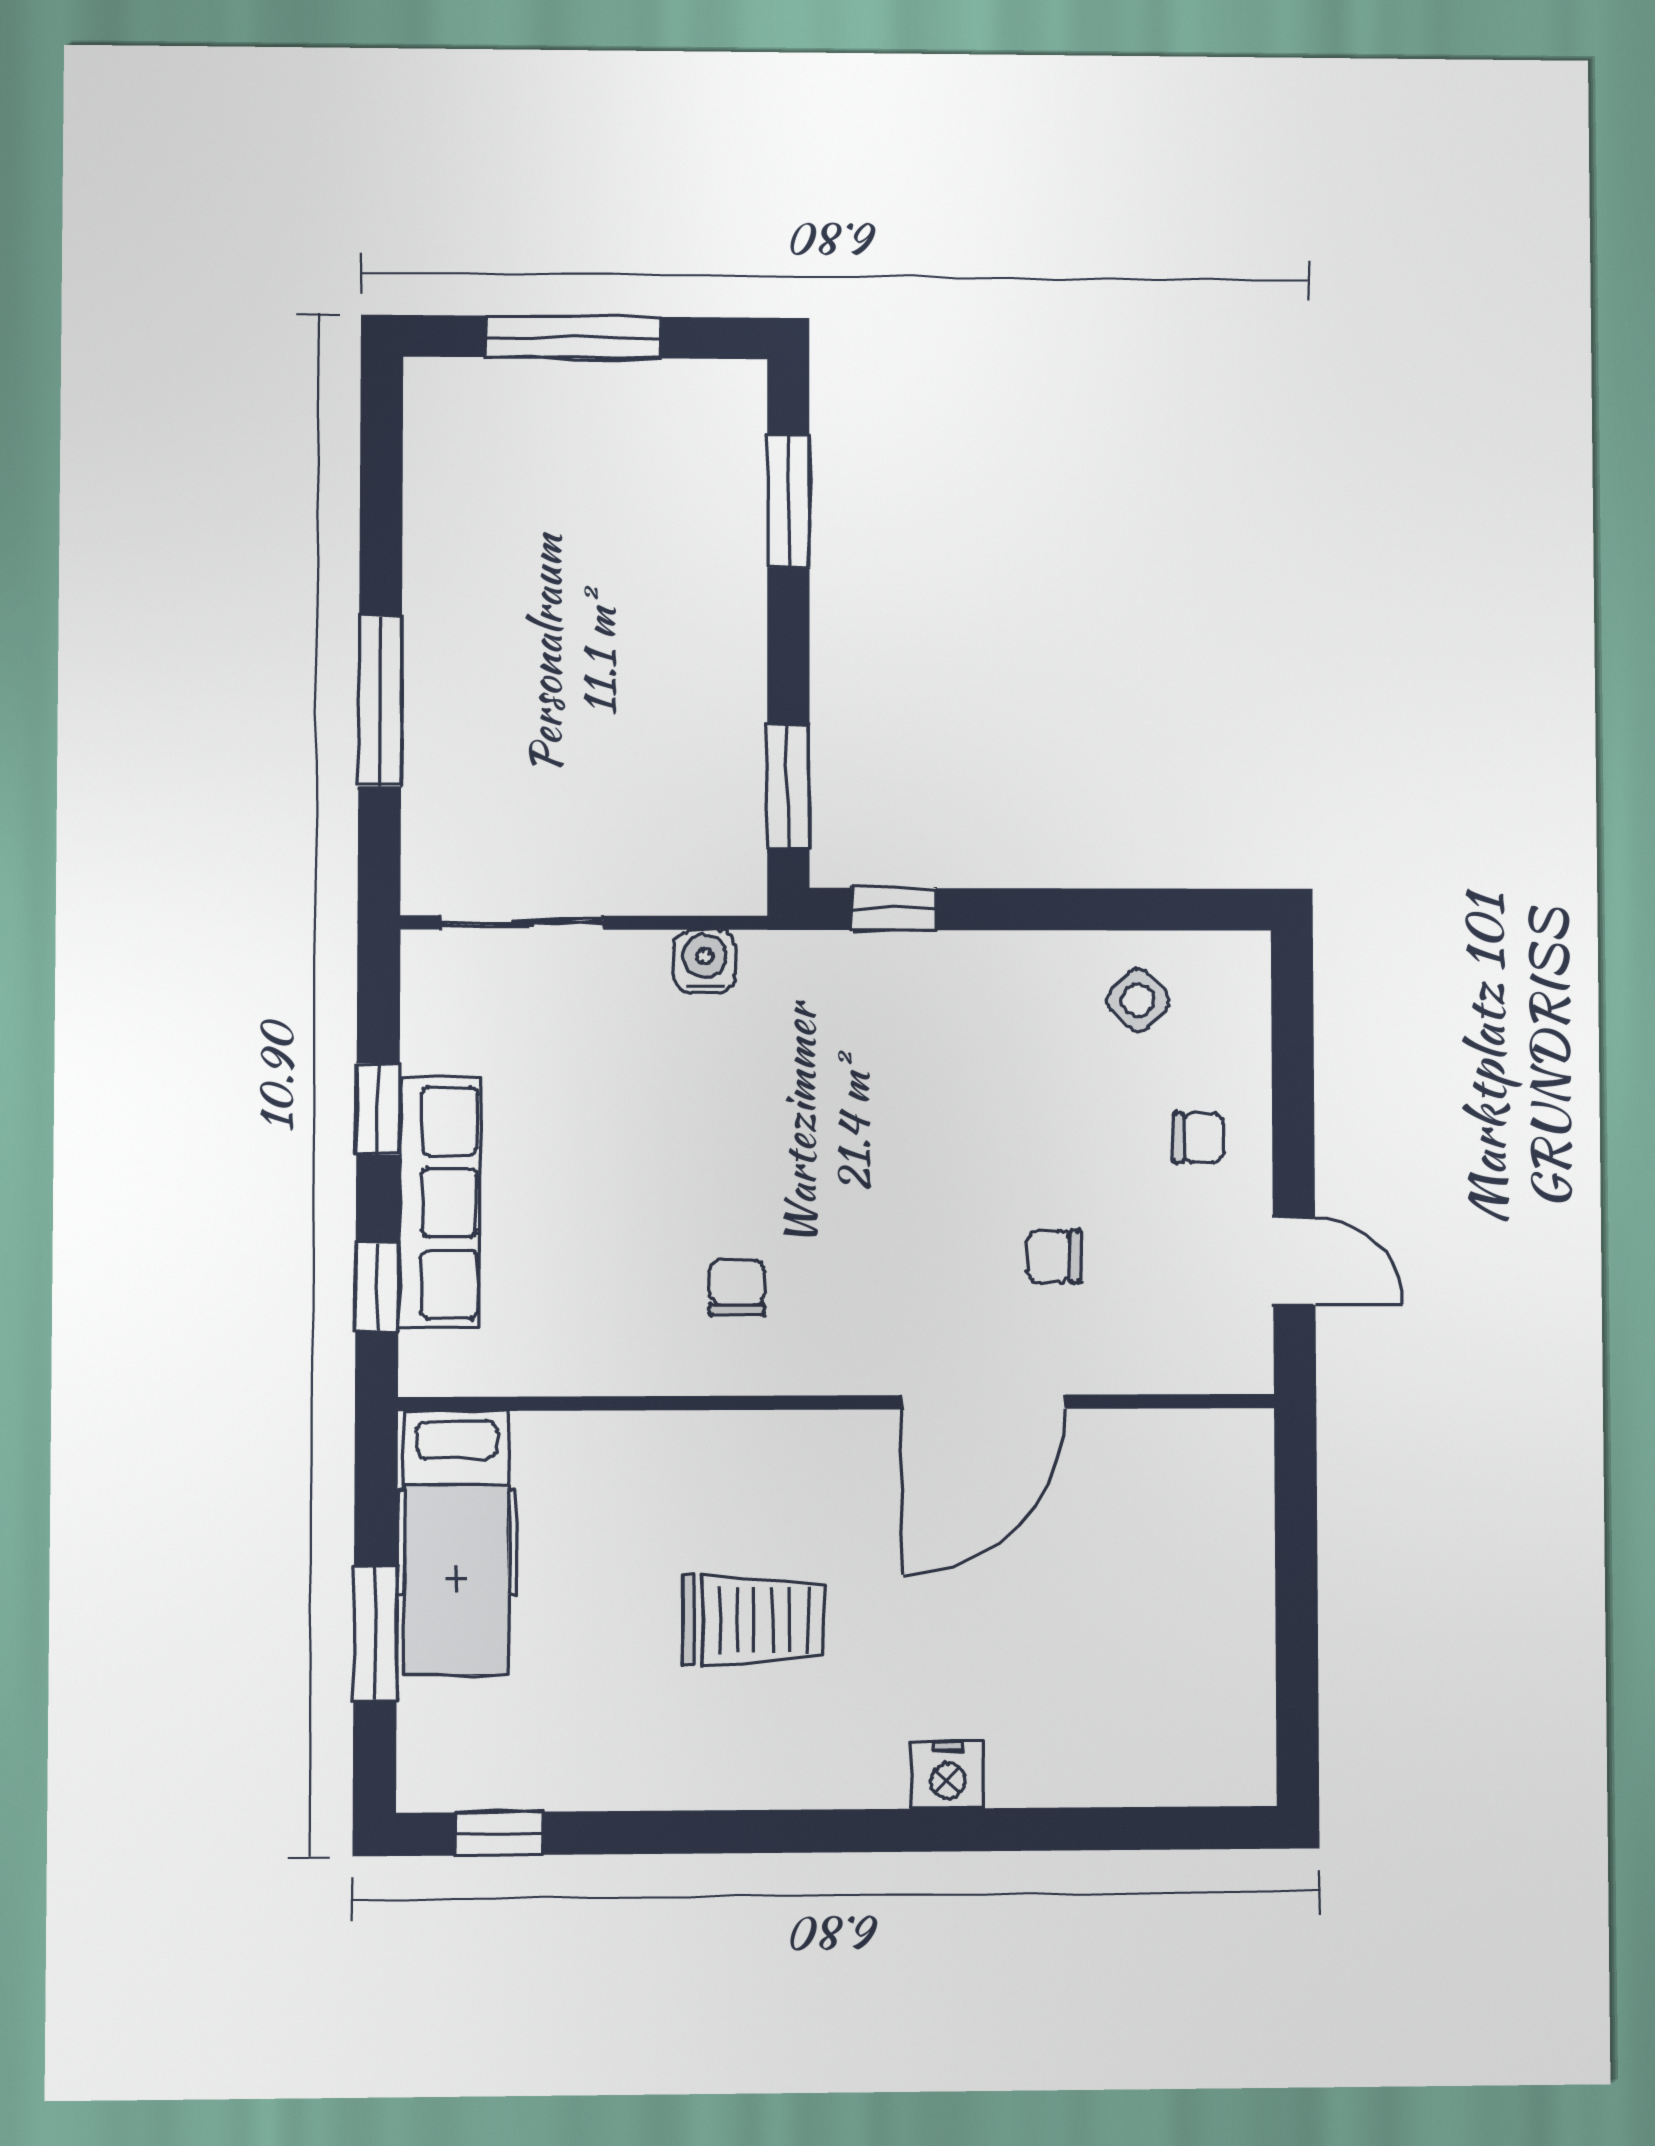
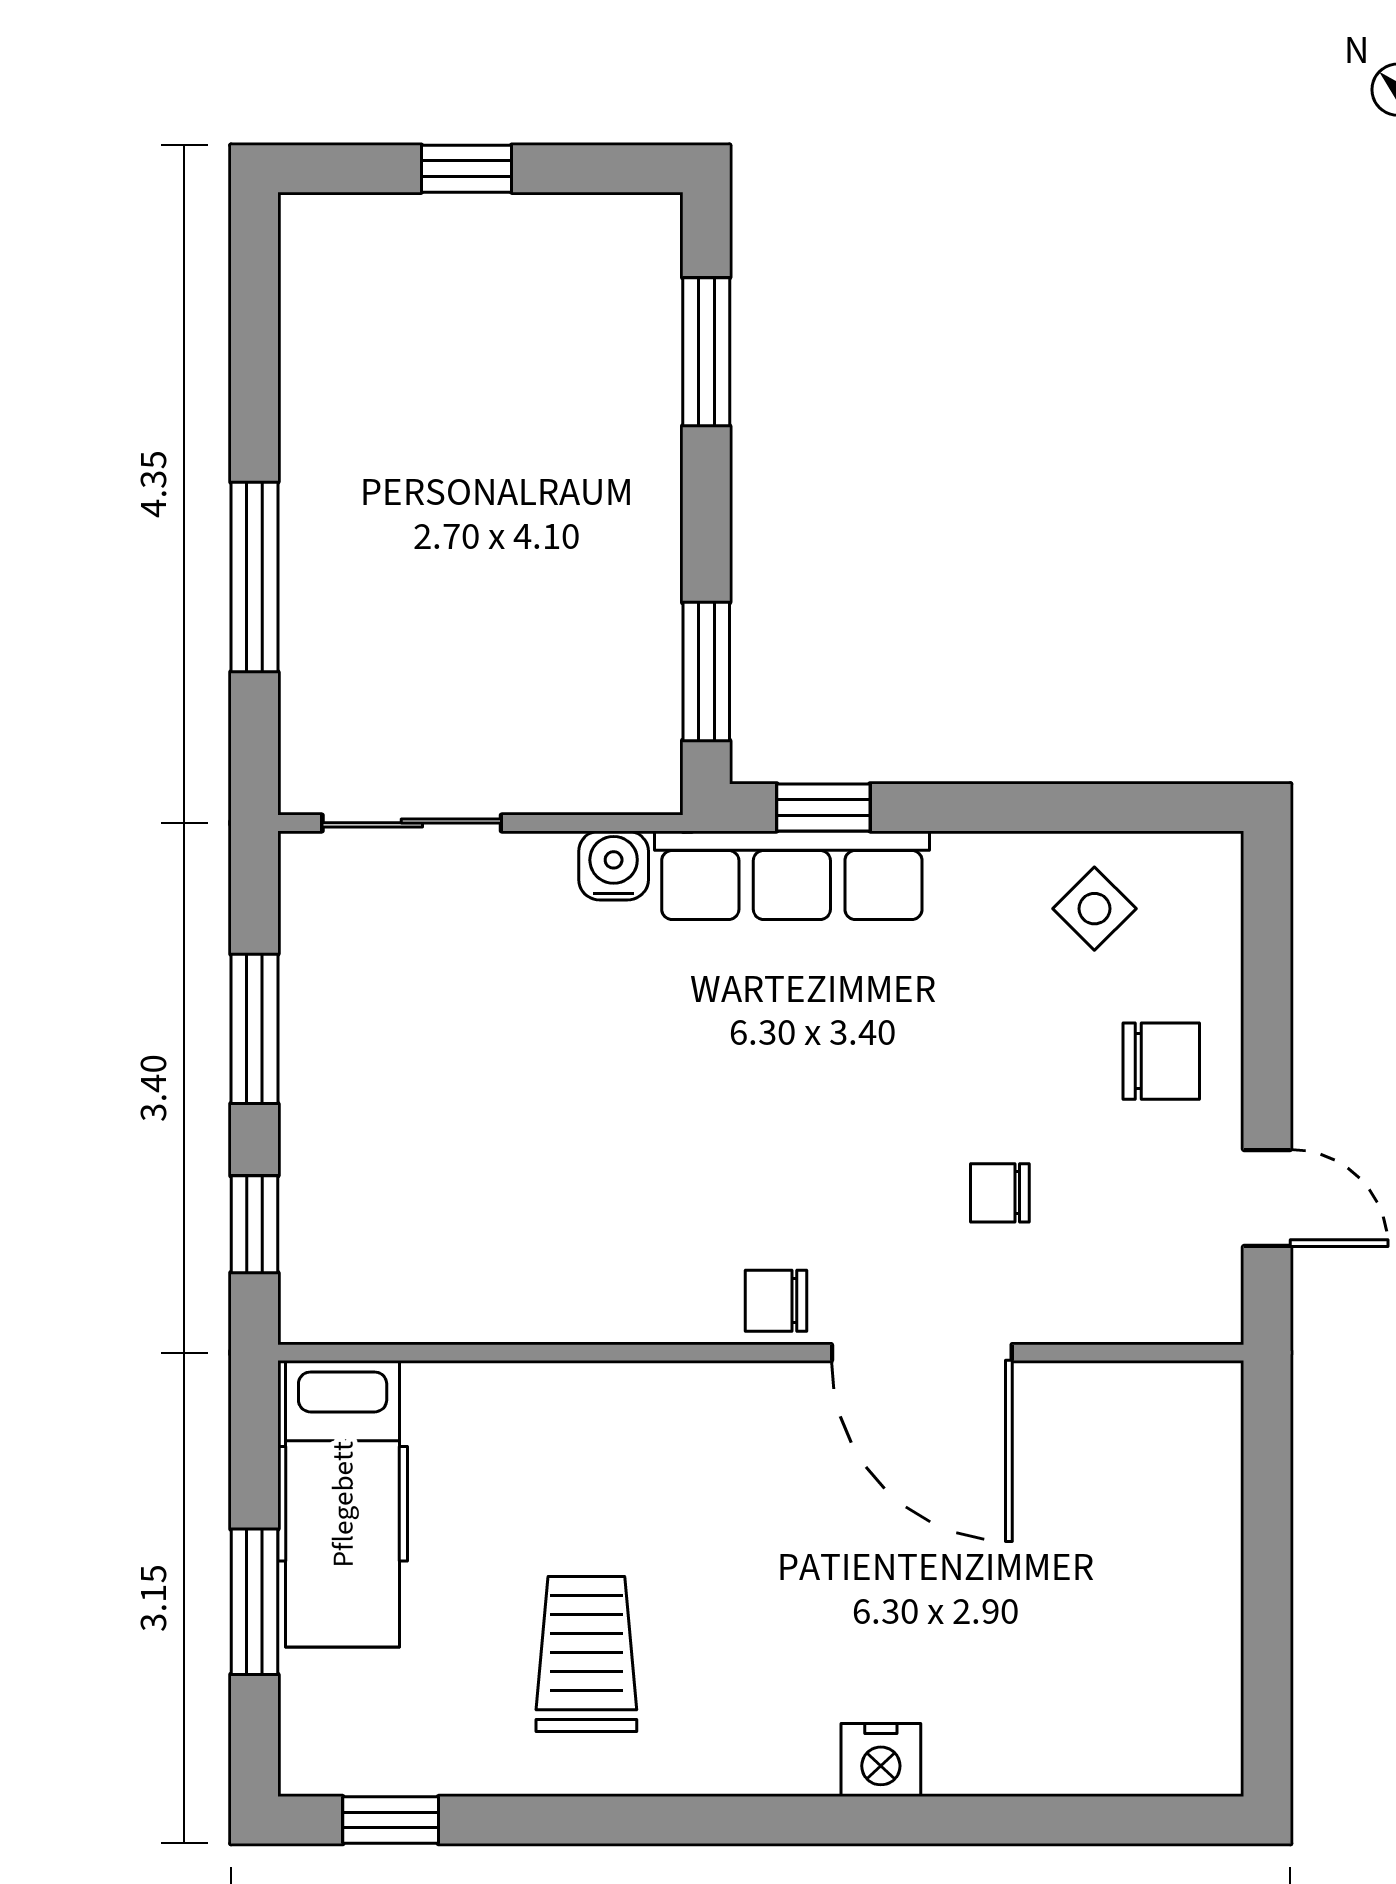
window: (573, 337) -> (467, 169), width x0.46
window: (378, 1109) -> (254, 1029), width x1.50
chair: (1198, 1138) -> (1161, 1061), width x1.37, depth x1.37
row of seats: (439, 1202) -> (792, 875), moved, turned 90
chair: (737, 1287) -> (776, 1301), moved, turned -90
door: (984, 1402) -> (922, 1353), hinge flipped
trolley: (754, 1620) -> (586, 1654), moved, turned -90

